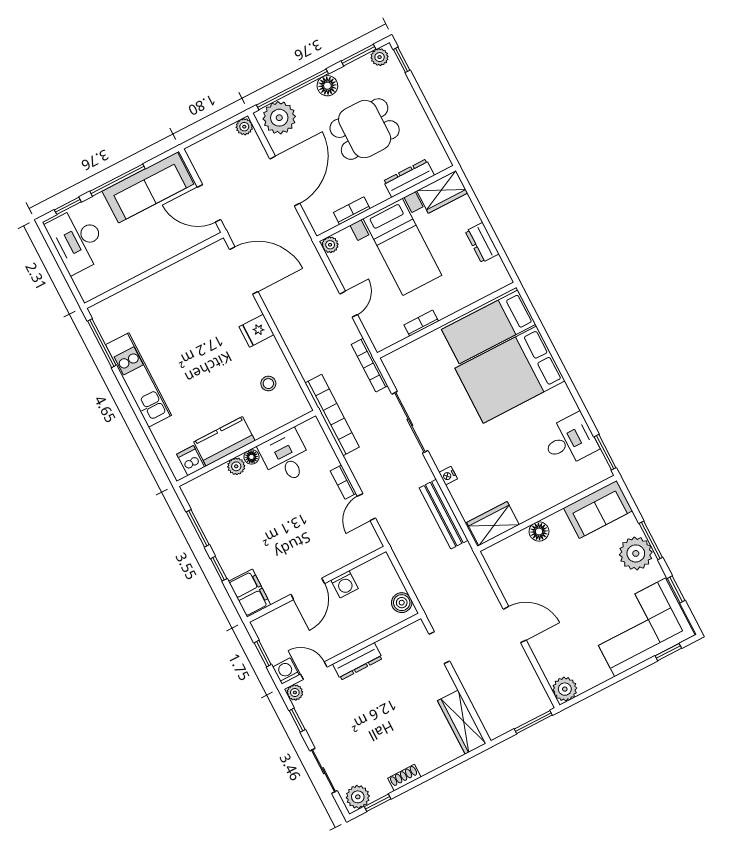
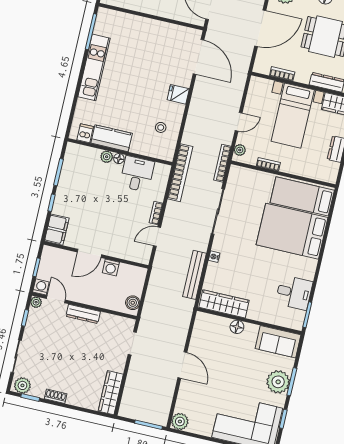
plant: (330, 245) -> (240, 150), moved
wardrobe: (493, 524) -> (224, 304), width x1.50

